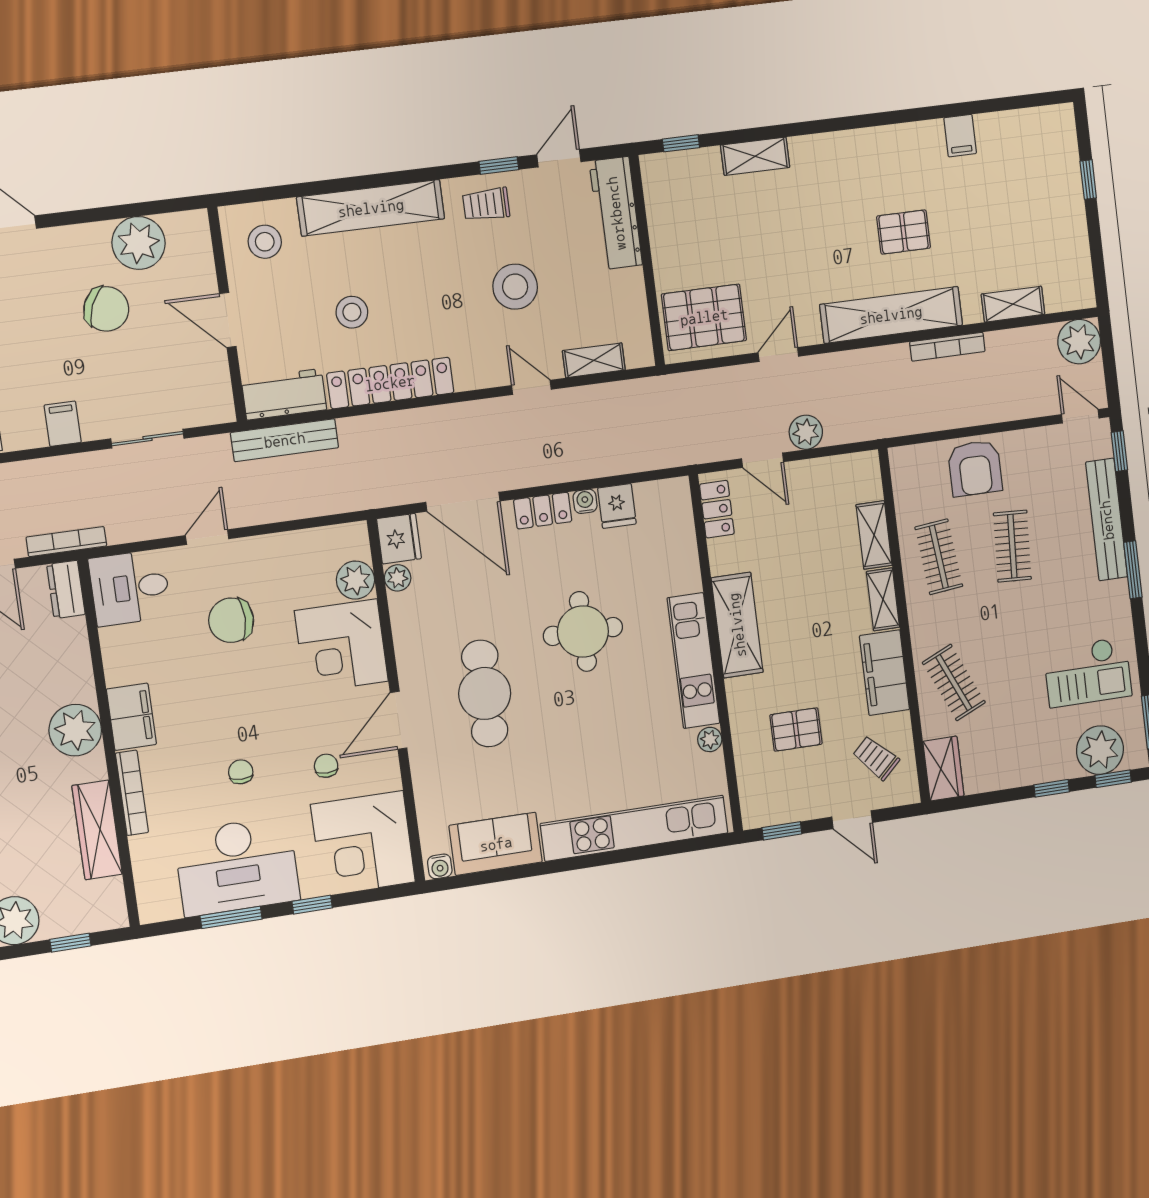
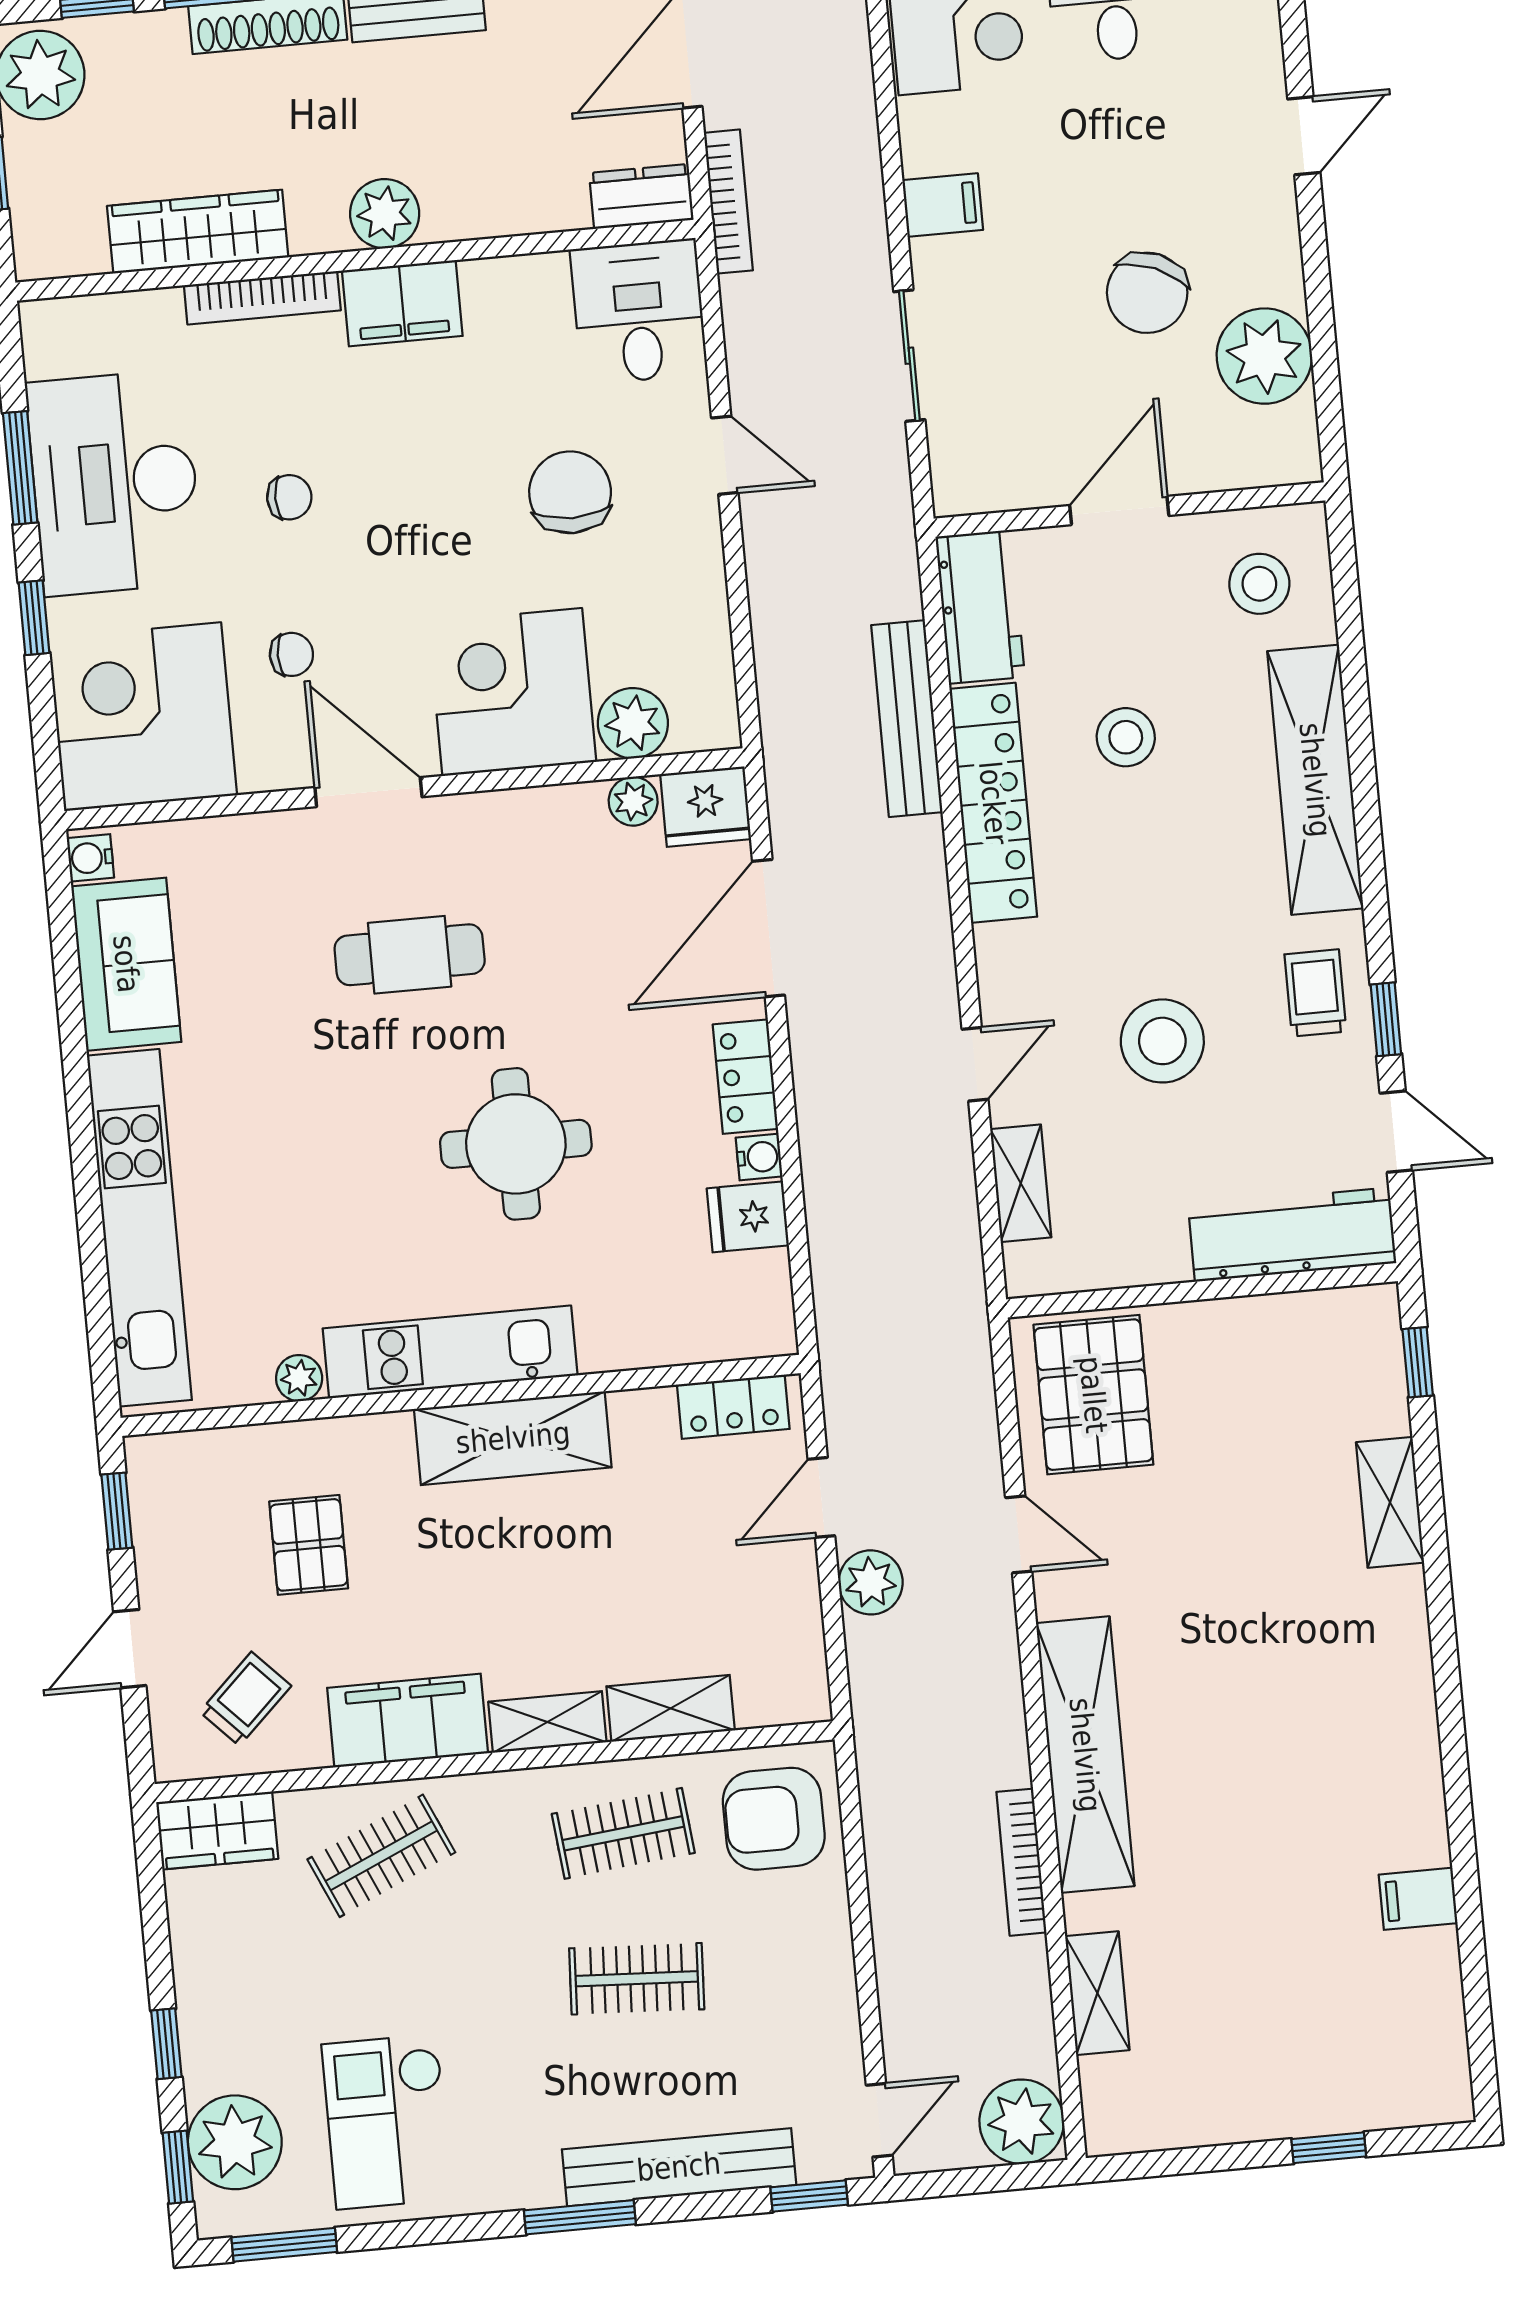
pallet: (904, 232) -> (1240, 1783), removed
bench: (285, 440) -> (907, 719), moved
armchair: (975, 468) -> (774, 1819), moved
cafe table: (485, 693) -> (410, 955), width x0.73, depth x0.74
plant: (75, 730) -> (385, 214), width x0.73, depth x0.73

